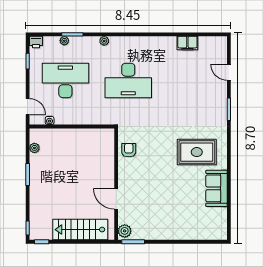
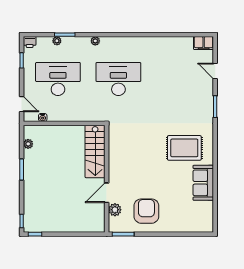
filing cabinet: (187, 43) -> (204, 43), moved
desk: (128, 80) -> (118, 79), turned 180
armchair: (129, 150) -> (146, 211), moved, width x1.88, depth x1.88
door: (116, 199) -> (107, 193), hinge flipped
stairs: (80, 230) -> (95, 151), moved, turned -90
plant: (125, 231) -> (115, 210), moved

